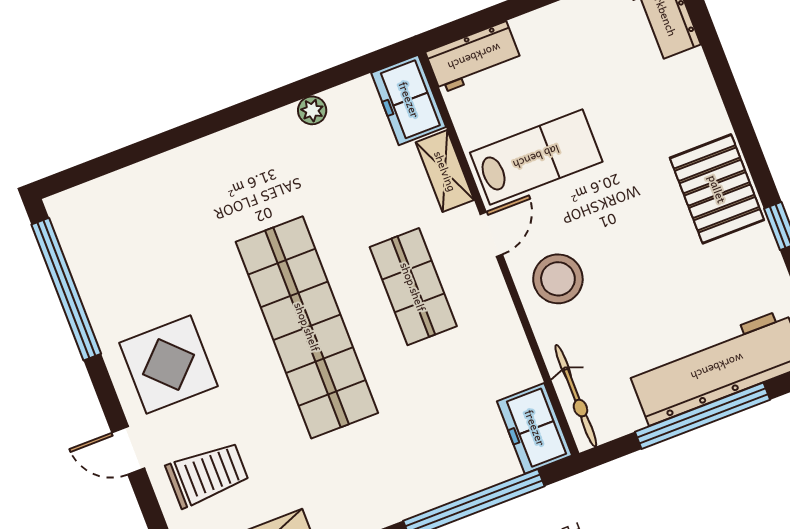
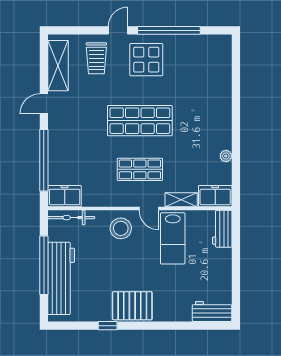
window: (66, 289) -> (169, 30), moved
shop shelf: (307, 327) -> (140, 121), width x0.71

